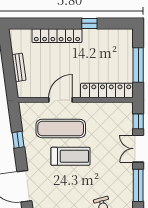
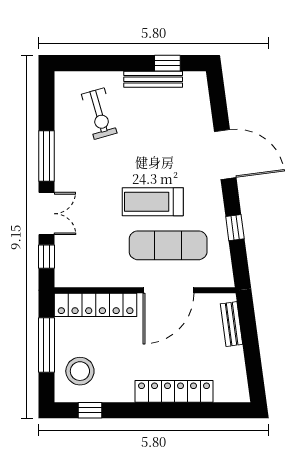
window: (89, 23) -> (90, 410), moved
stool: (117, 48) -> (80, 371), added
bench: (19, 67) -> (232, 324), moved
door: (60, 100) -> (168, 290), width x1.36

